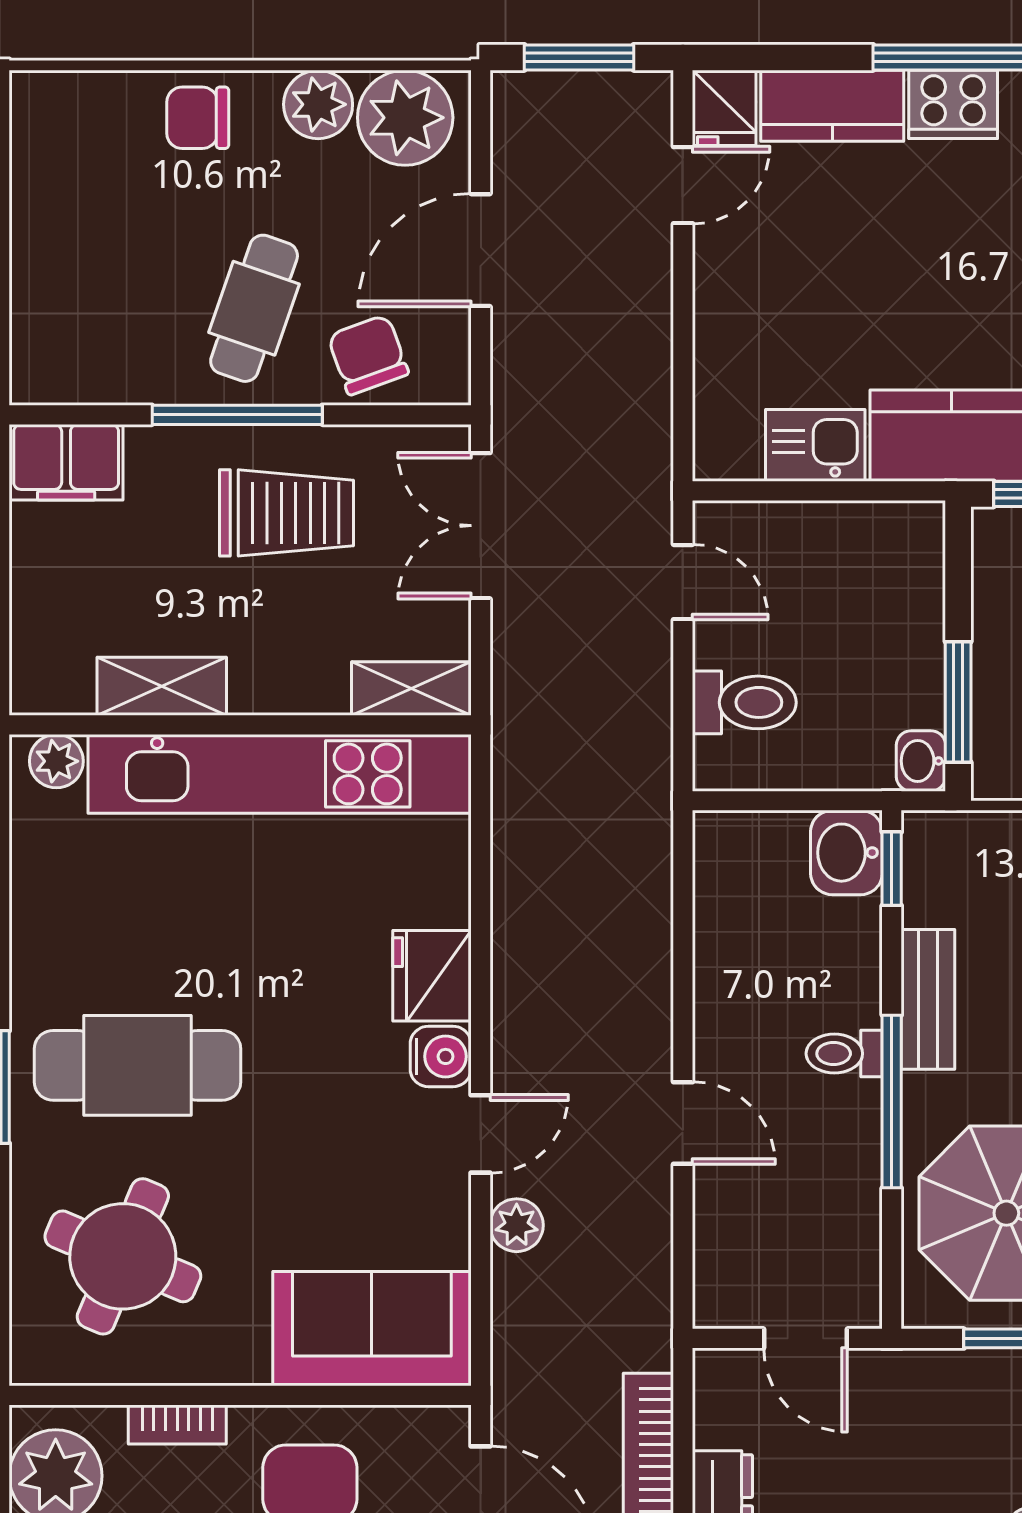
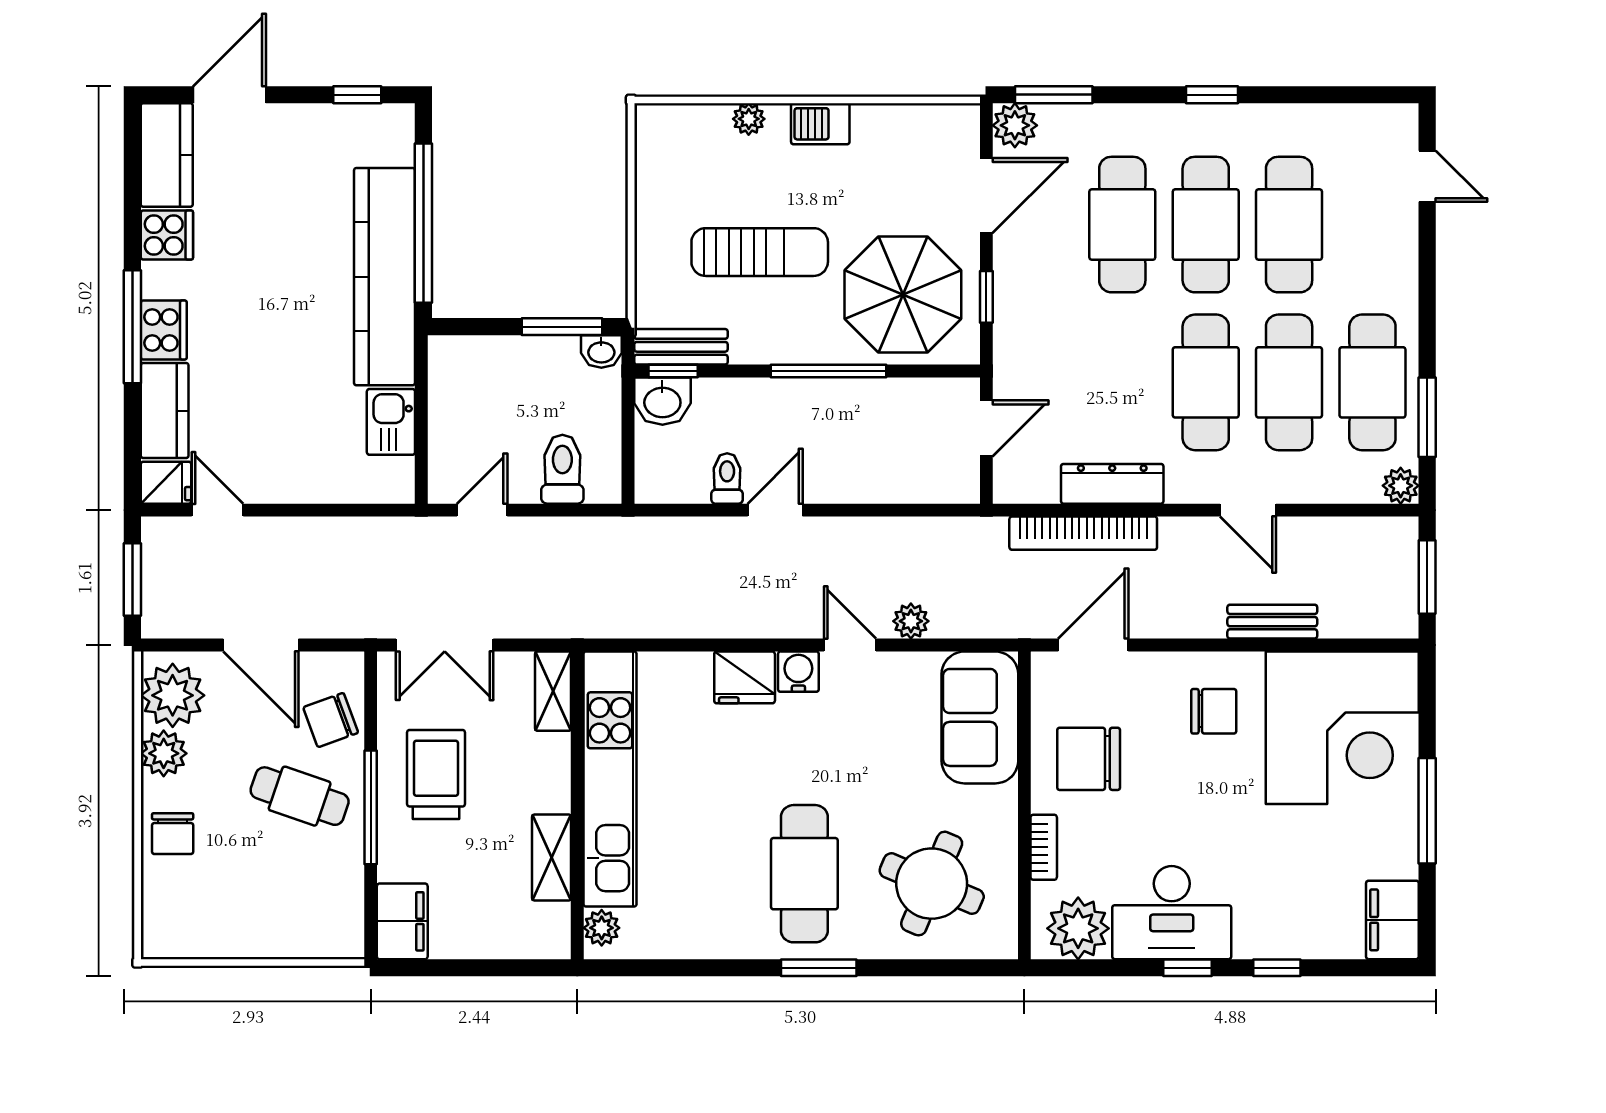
bench: (928, 999) -> (681, 347), moved
toilet: (844, 1054) -> (727, 478), moved, turned 180
door: (683, 1123) -> (775, 510), moved

